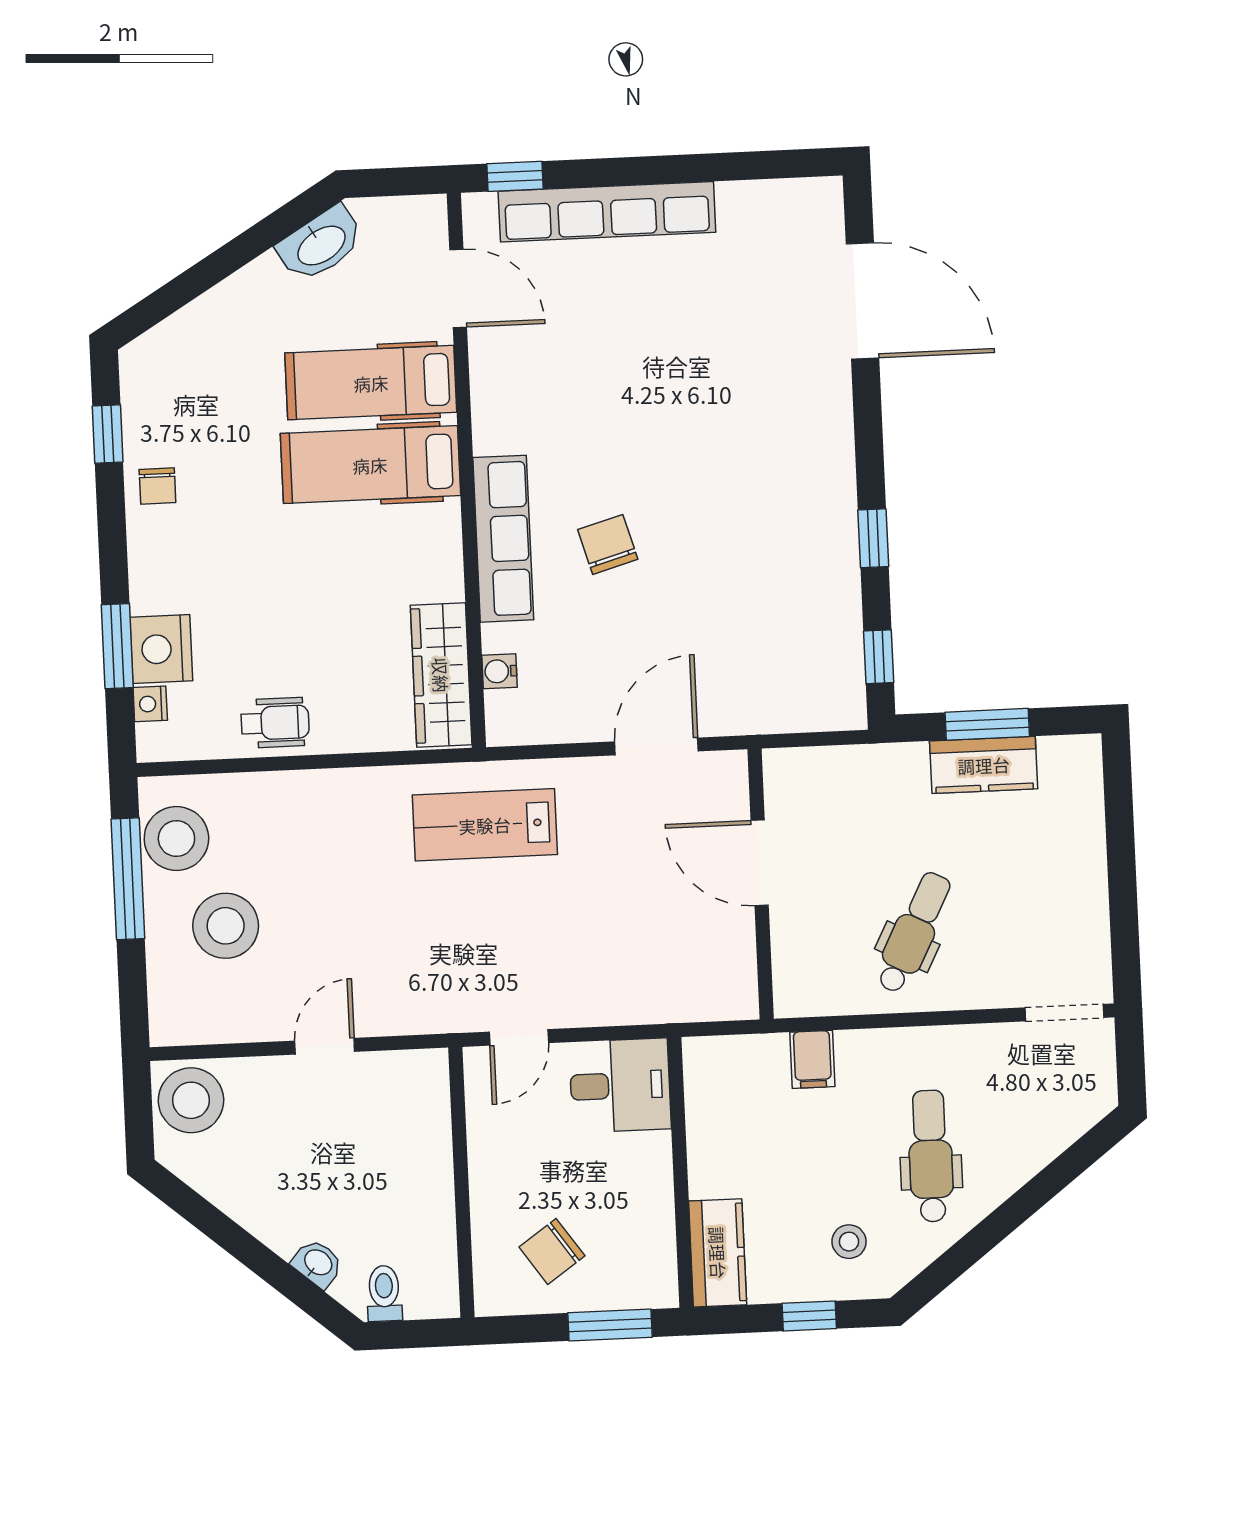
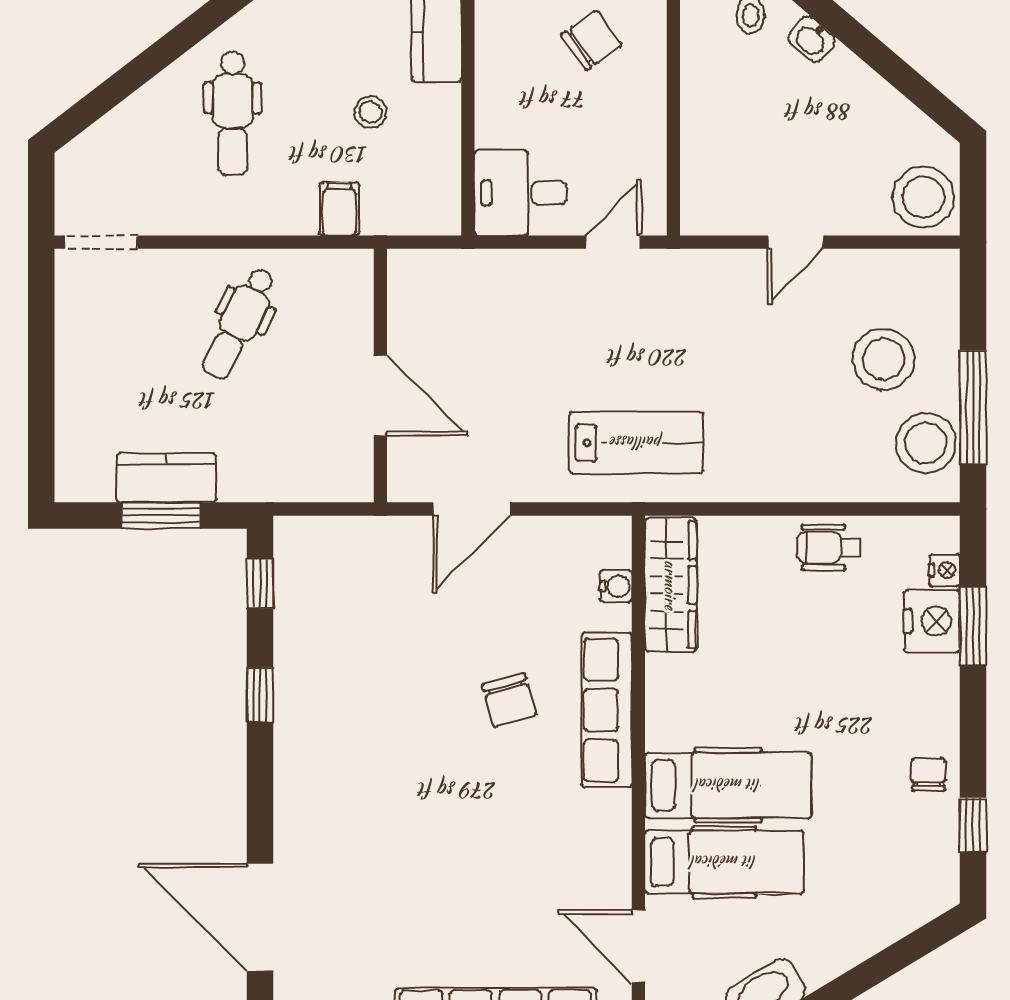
stool: (849, 1242) -> (371, 112), moved

